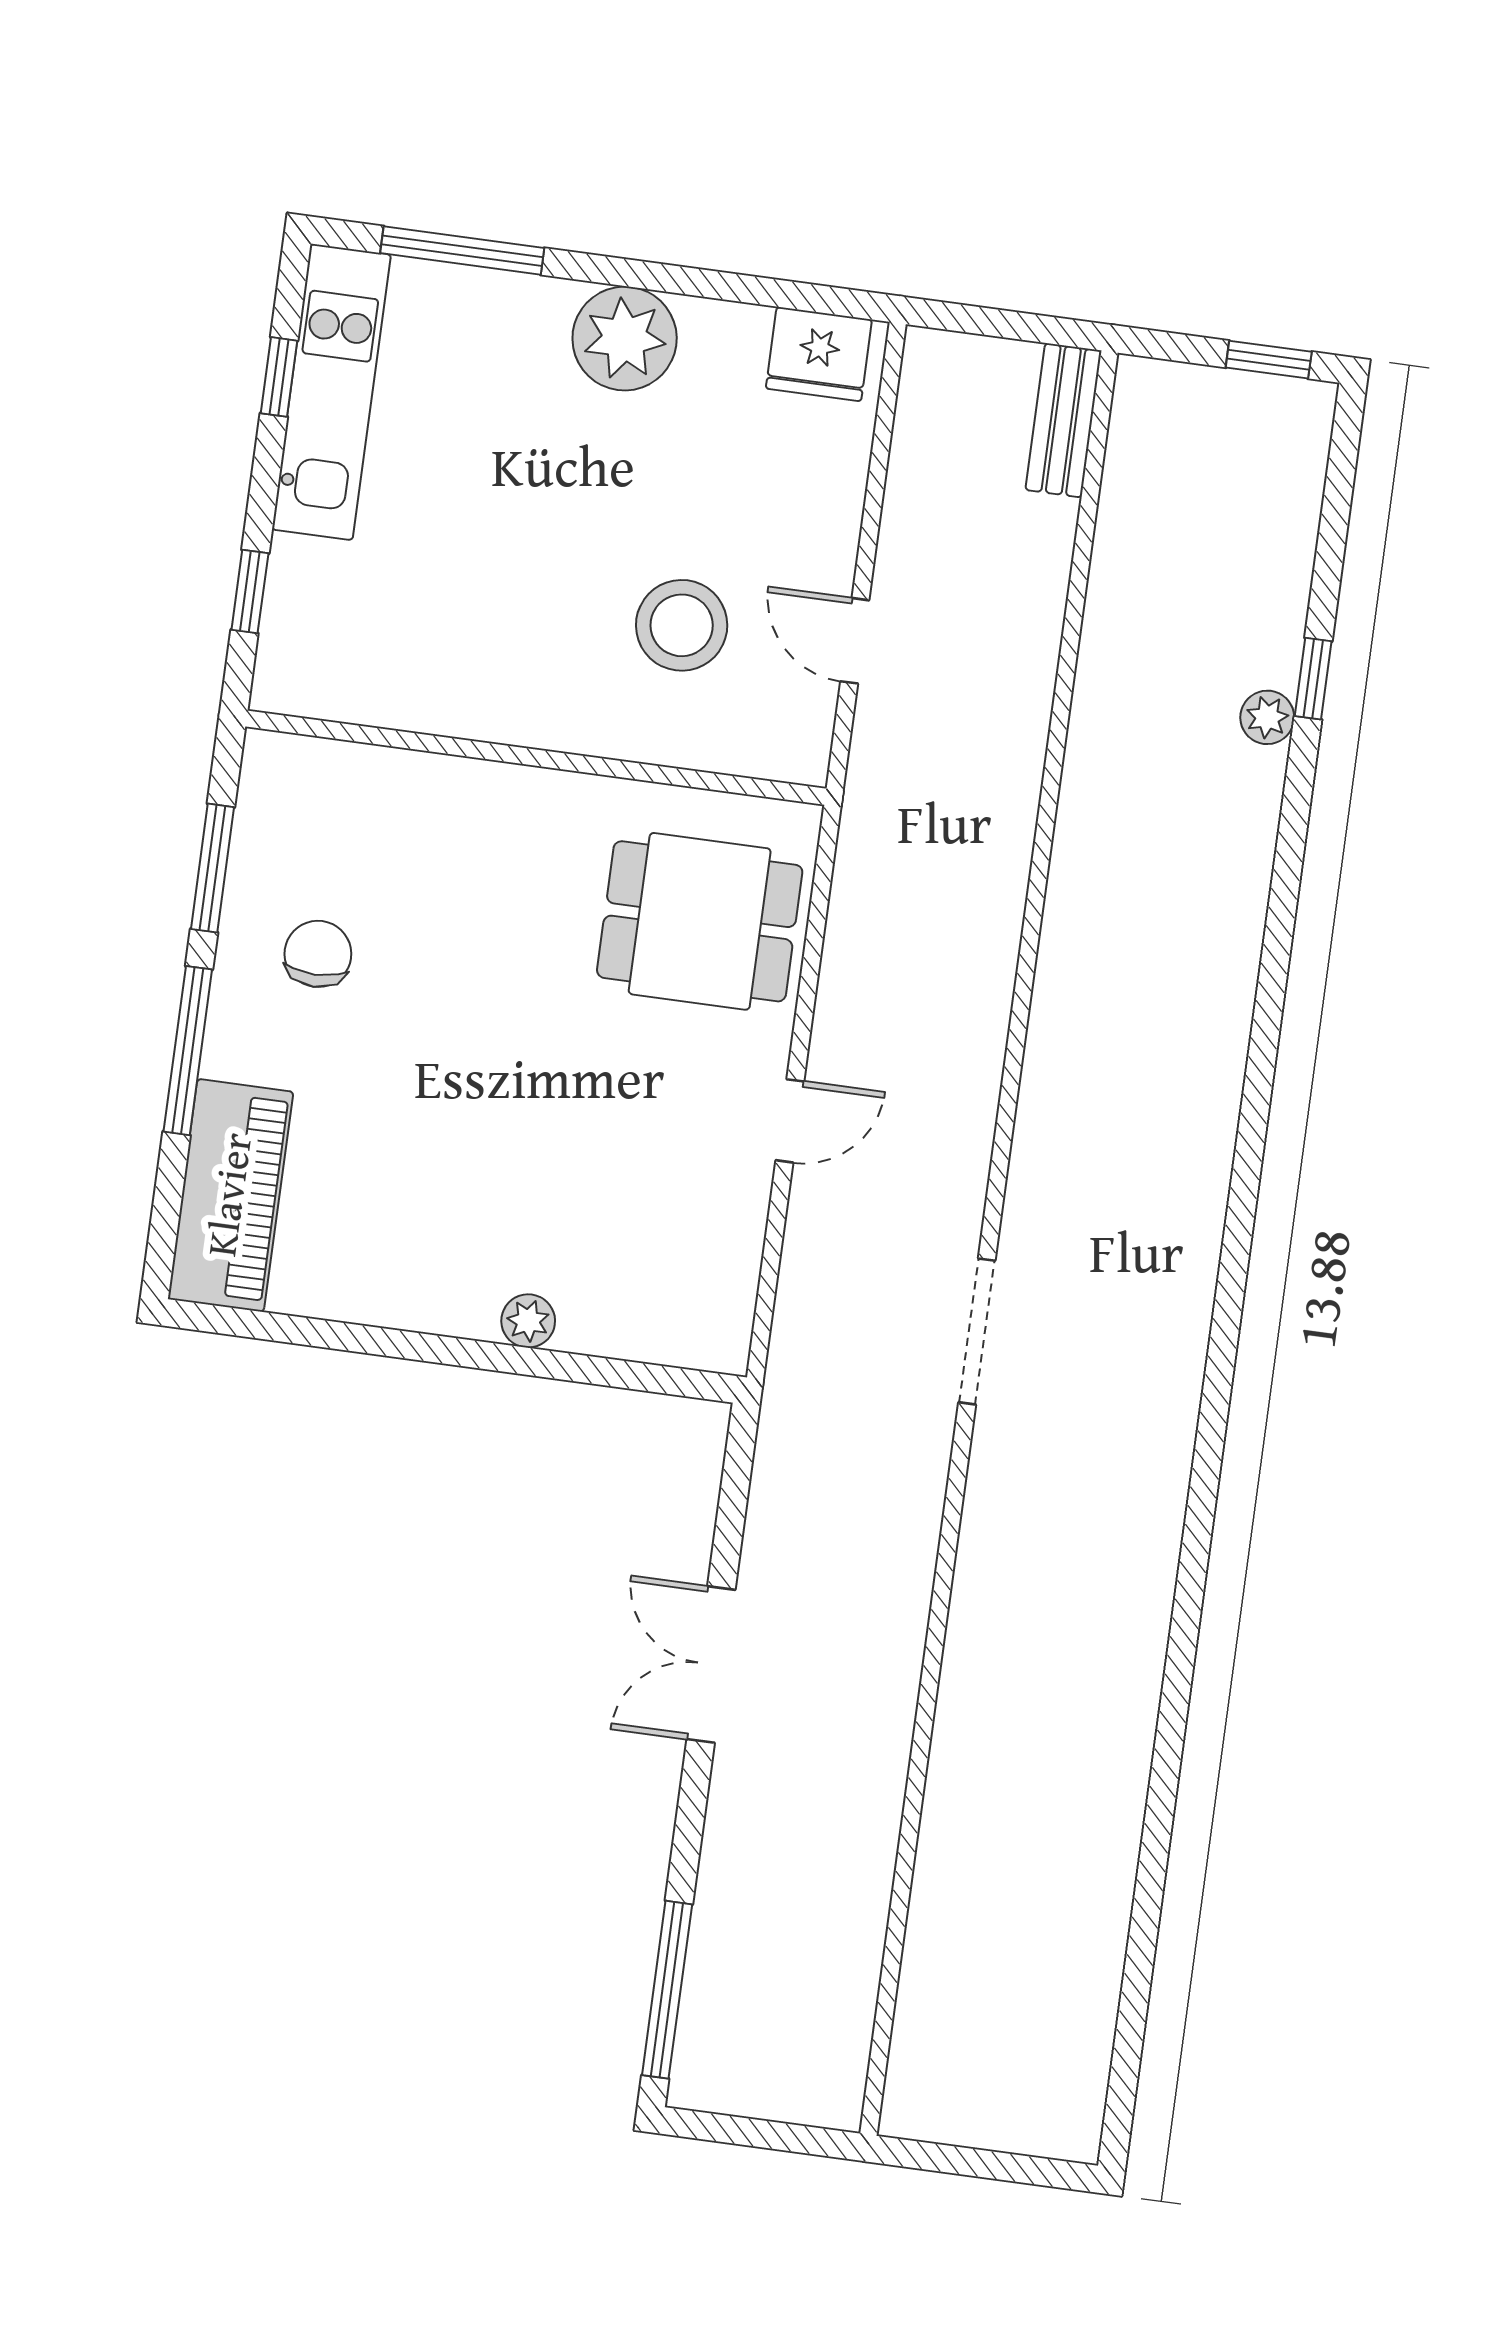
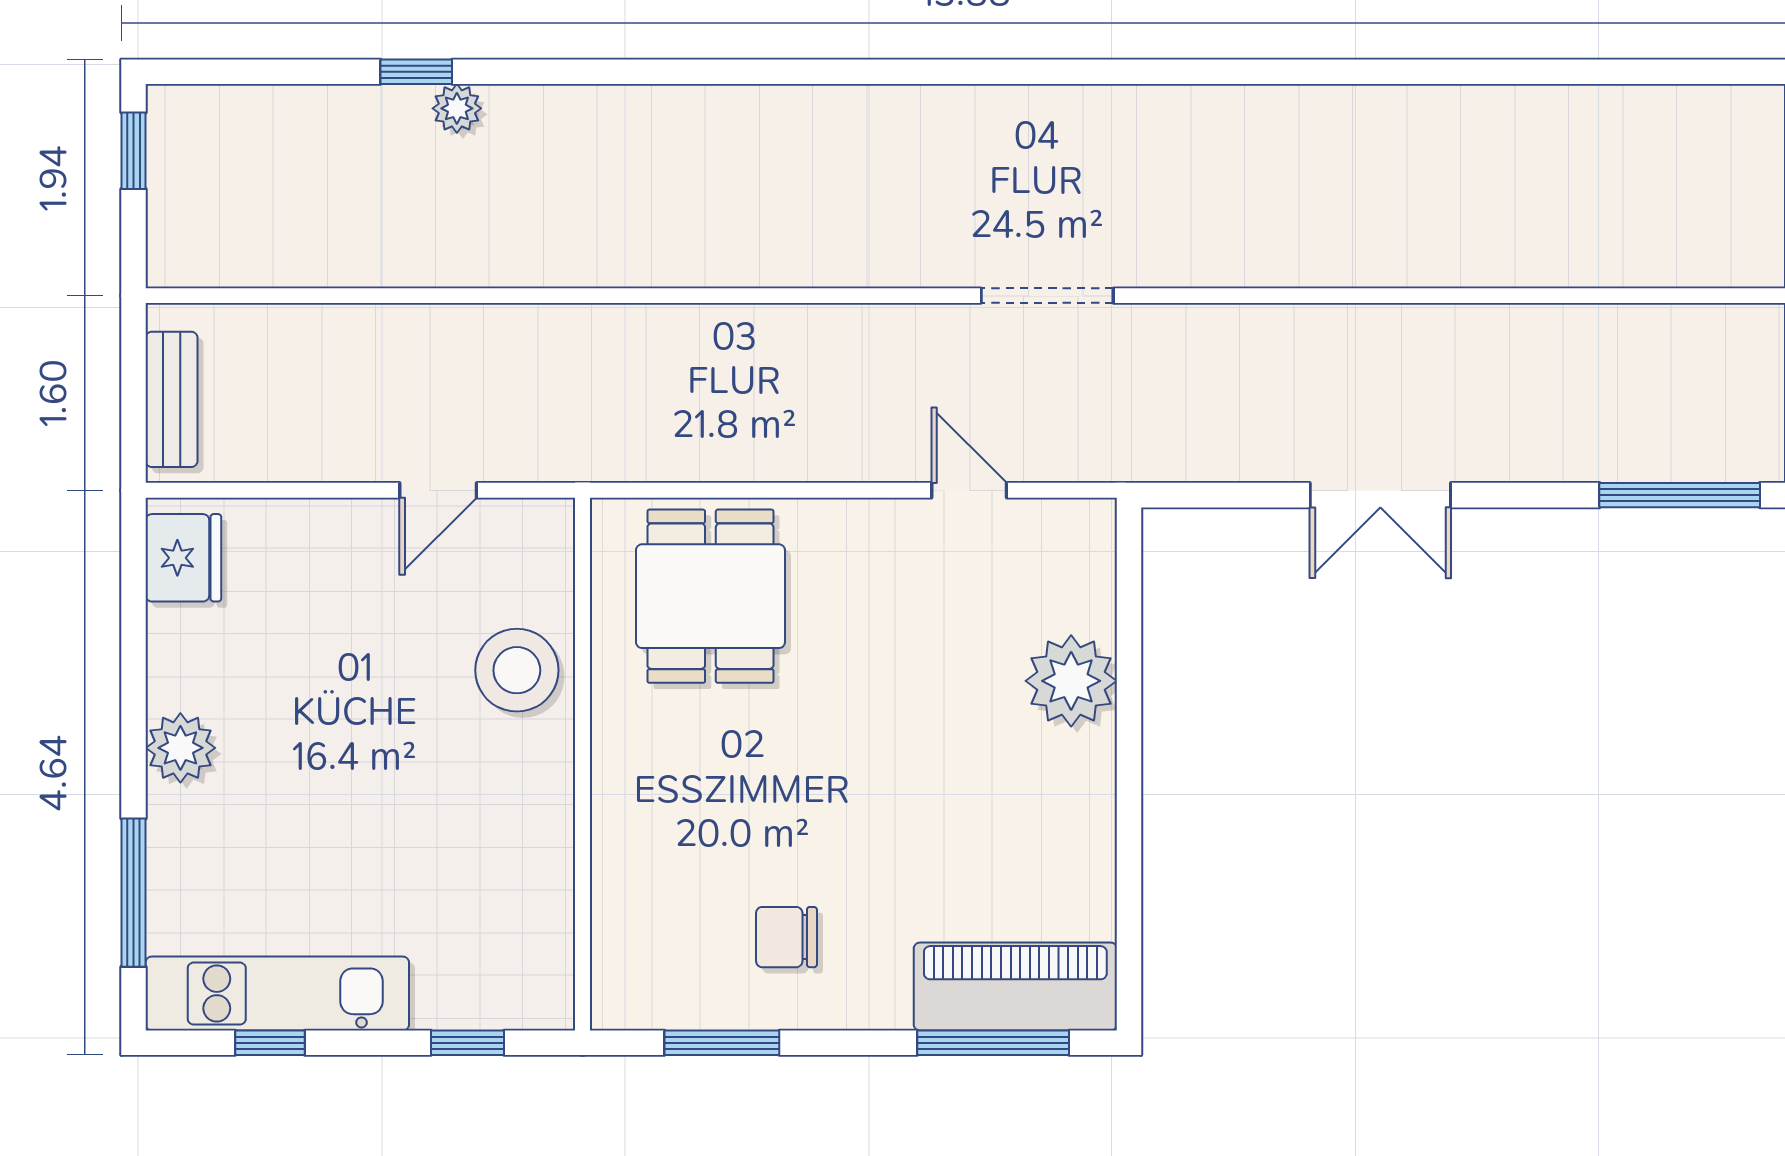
plant: (625, 339) -> (180, 748), width x0.73, depth x0.73
bench: (1063, 420) -> (172, 399), moved, turned 90
stool: (682, 625) -> (517, 670), moved
window: (188, 1051) -> (993, 1043), moved
door: (790, 1121) -> (969, 490), moved
plant: (528, 1321) -> (1071, 681), width x1.87, depth x1.87

